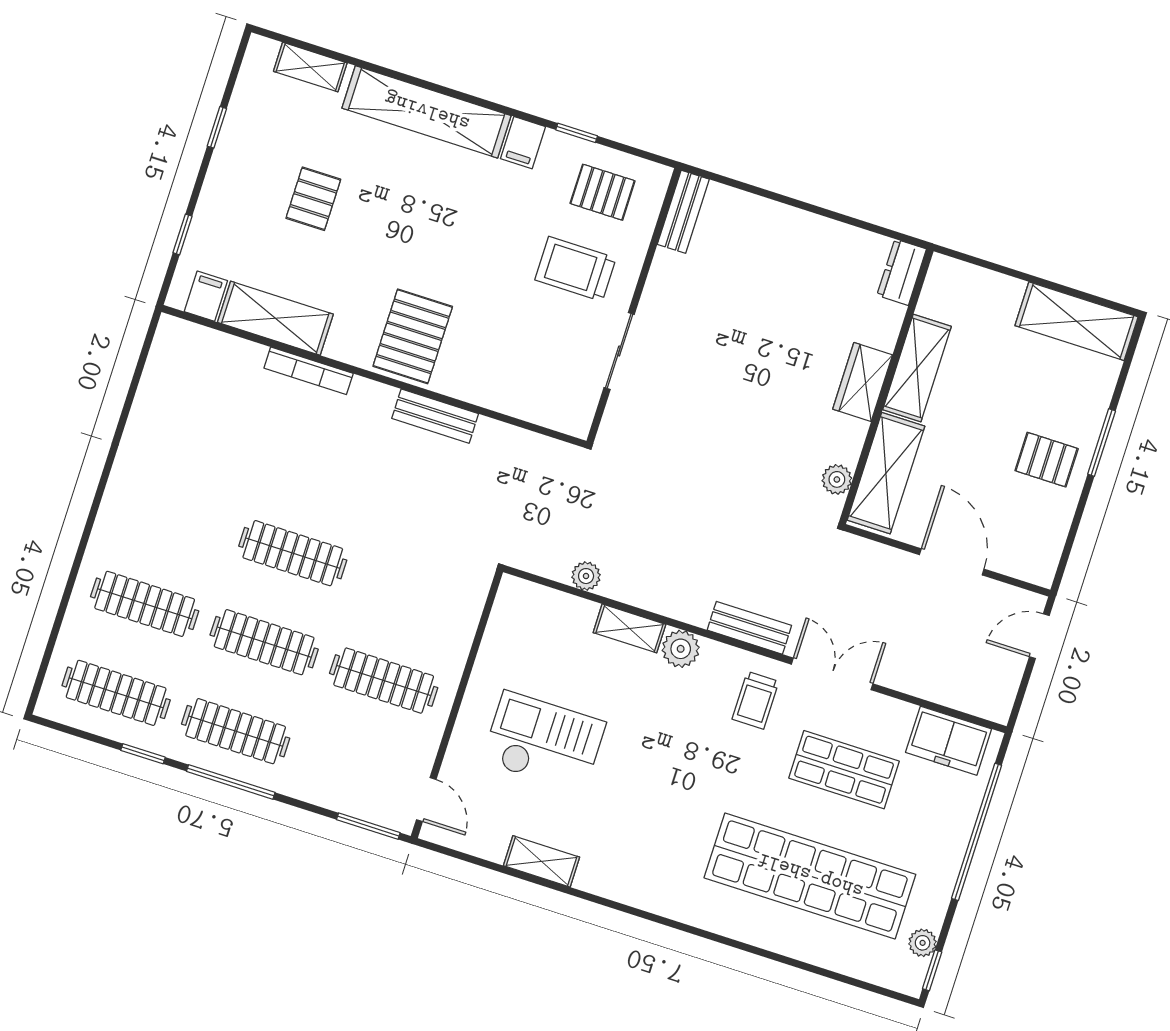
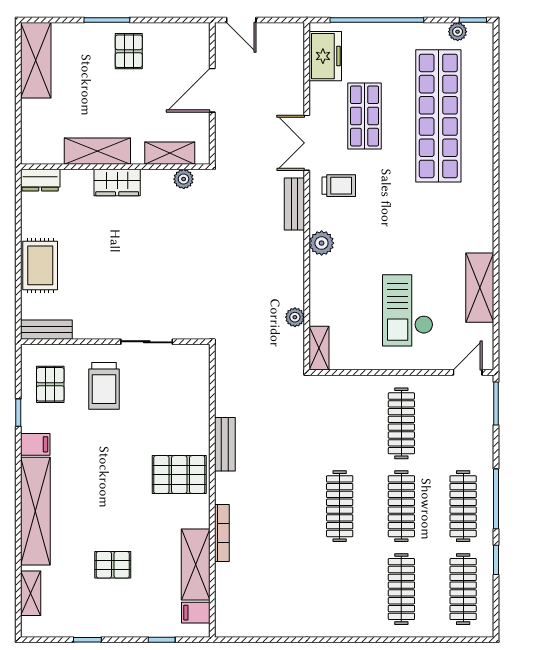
rug: (779, 233) -> (40, 265), added
shelving: (886, 473) -> (170, 153), width x0.67, depth x0.75
shelving: (629, 628) -> (319, 348), moved
shelving: (542, 861) -> (480, 288), width x1.50, depth x1.33

